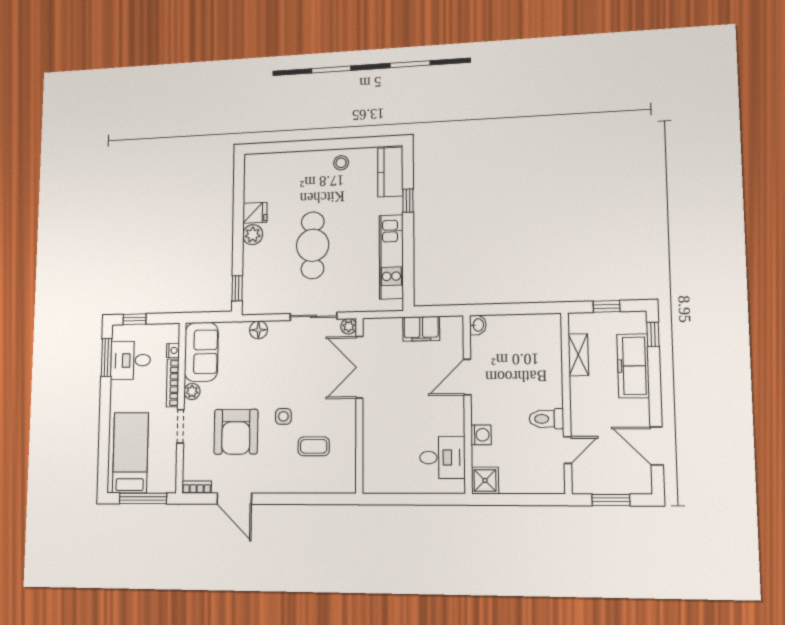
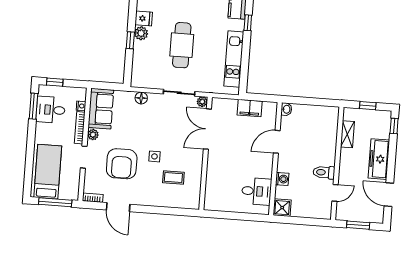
window: (237, 288) -> (130, 40), moved
freezer: (633, 366) -> (379, 159), moved

